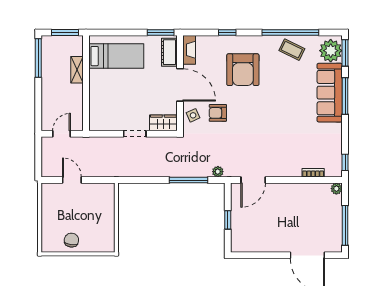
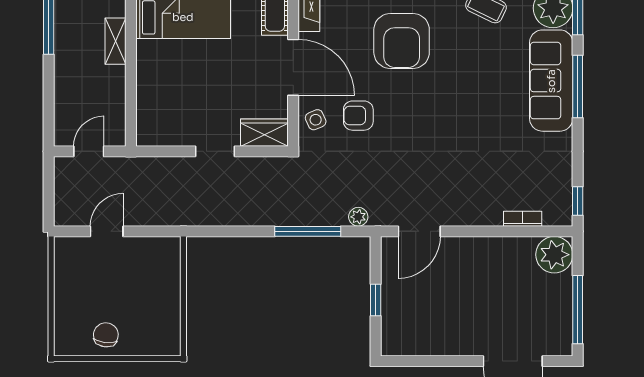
door: (72, 180) -> (107, 231), hinge flipped
plant: (336, 189) -> (554, 255), width x1.88, depth x1.88

